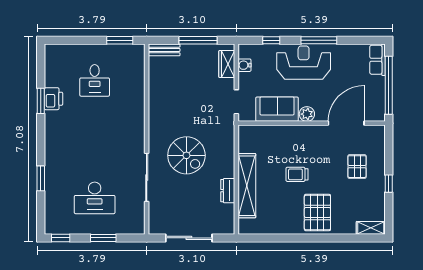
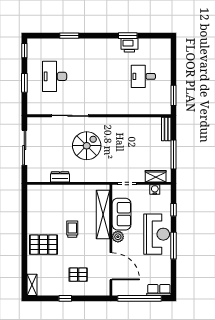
spiral stairs: (186, 155) -> (87, 146), turned 180
shelving: (247, 186) -> (103, 214), moved, turned 90

